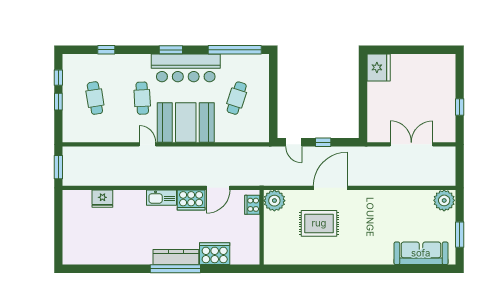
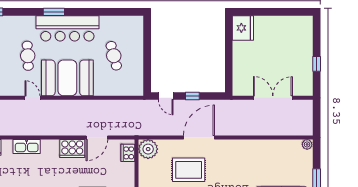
window: (235, 50) -> (112, 12), removed
cafe table: (237, 98) -> (114, 56), turned -33
kitchen sink: (161, 198) -> (27, 146), moved
plant: (444, 200) -> (307, 144), width x0.53, depth x0.53

